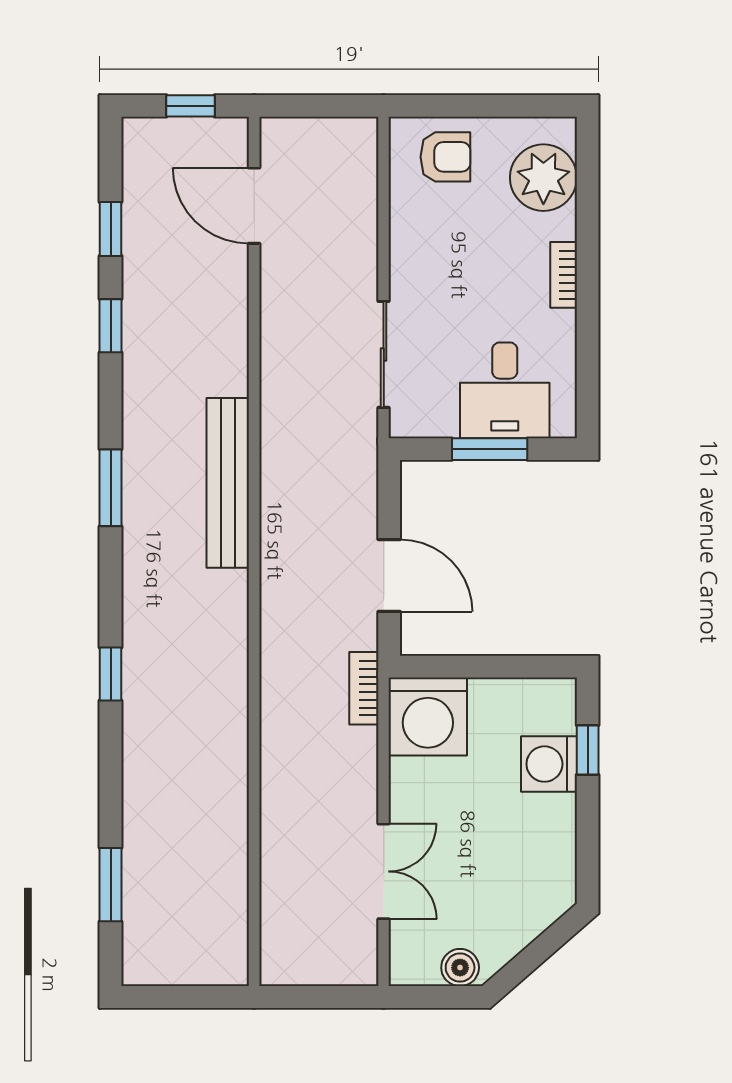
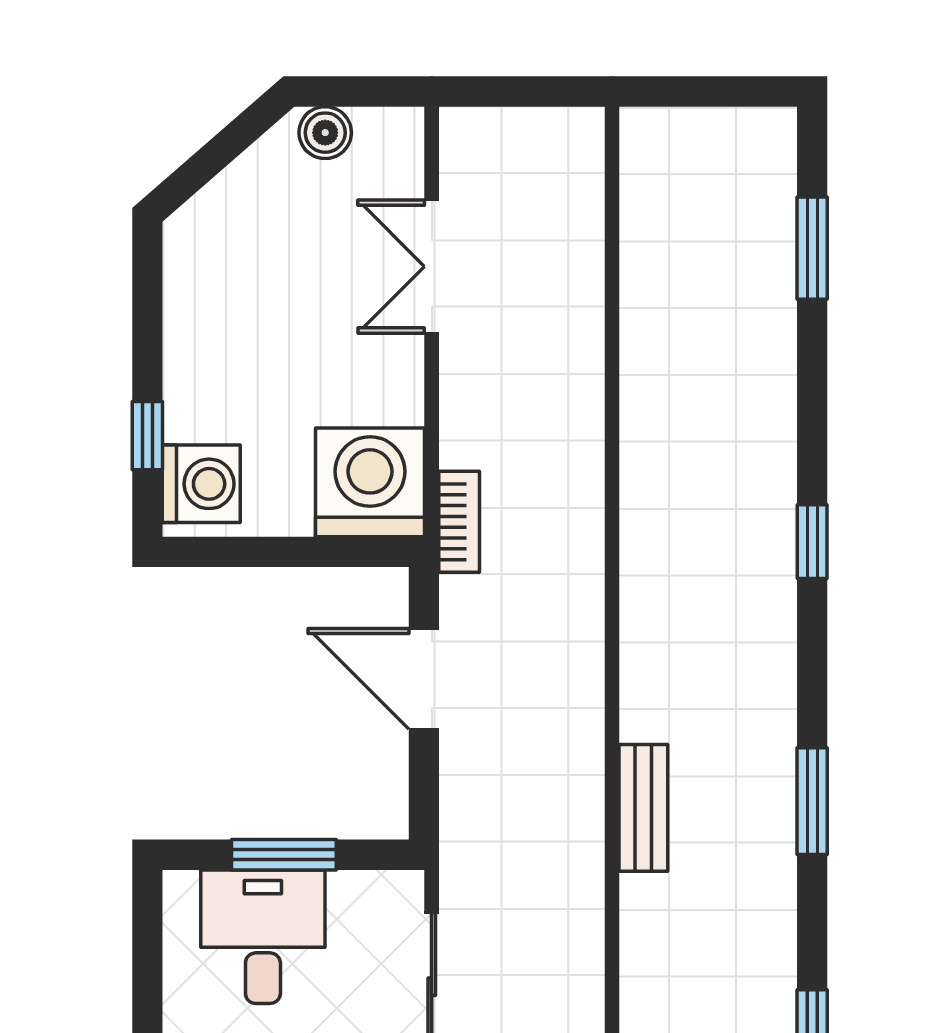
bench: (228, 483) -> (643, 808), width x0.54, depth x0.82
washing machine: (549, 764) -> (201, 484), moved

